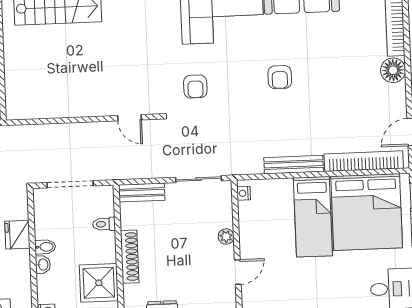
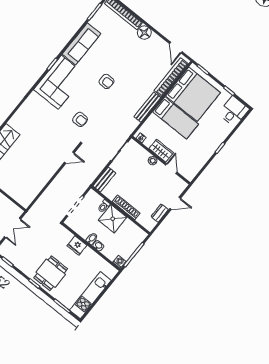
wardrobe: (250, 236) -> (161, 151), added
shower: (99, 283) -> (113, 219), moved

